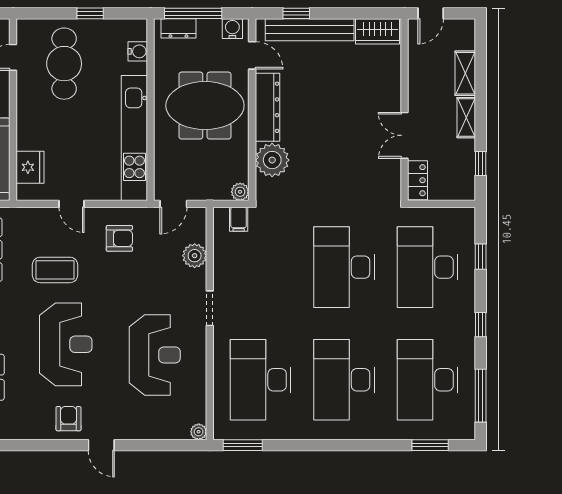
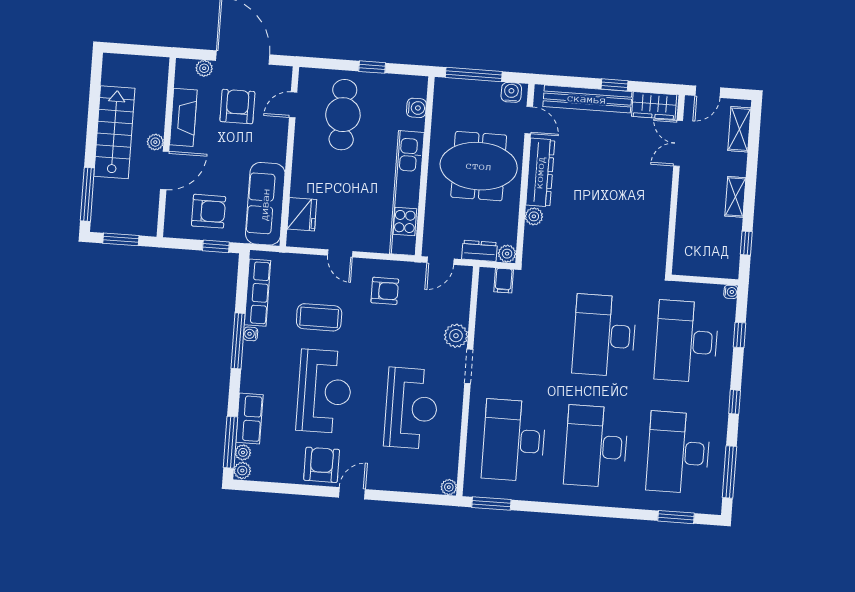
window: (296, 13) -> (615, 85), moved
dresser: (178, 28) -> (480, 251), moved, turned 180
shelving: (465, 73) -> (739, 129), moved
double door: (405, 135) -> (678, 143), moved
plant: (272, 160) -> (534, 216), width x0.53, depth x0.53
locker: (418, 180) -> (683, 255), removed
water cooler: (469, 214) -> (731, 292), added
plant: (195, 256) -> (456, 336), moved
armchair: (68, 419) -> (322, 465), width x1.38, depth x1.38
door: (101, 445) -> (352, 493), swing flipped

